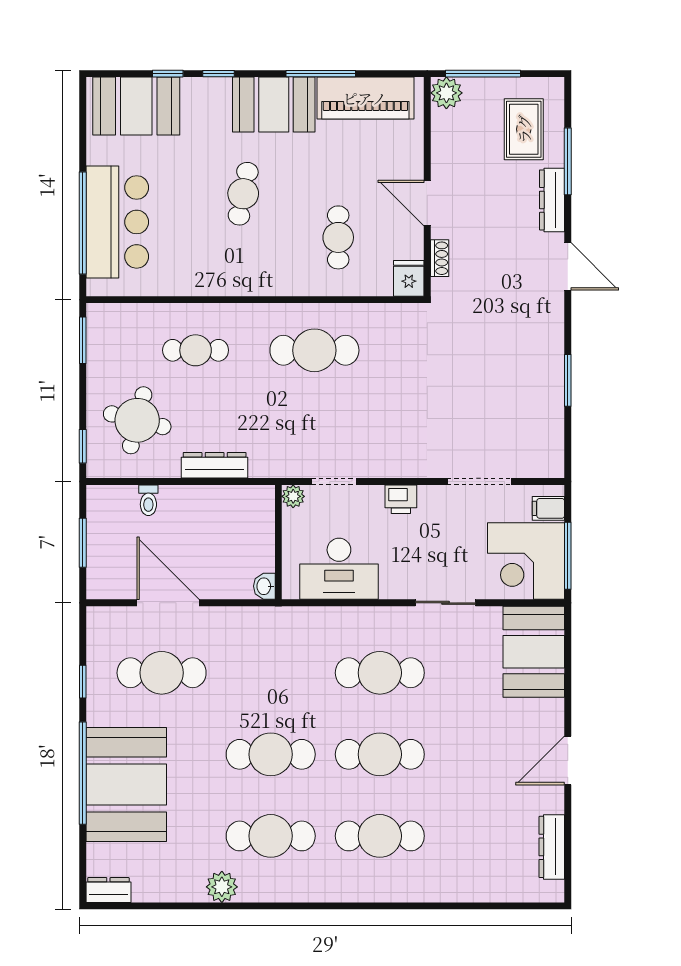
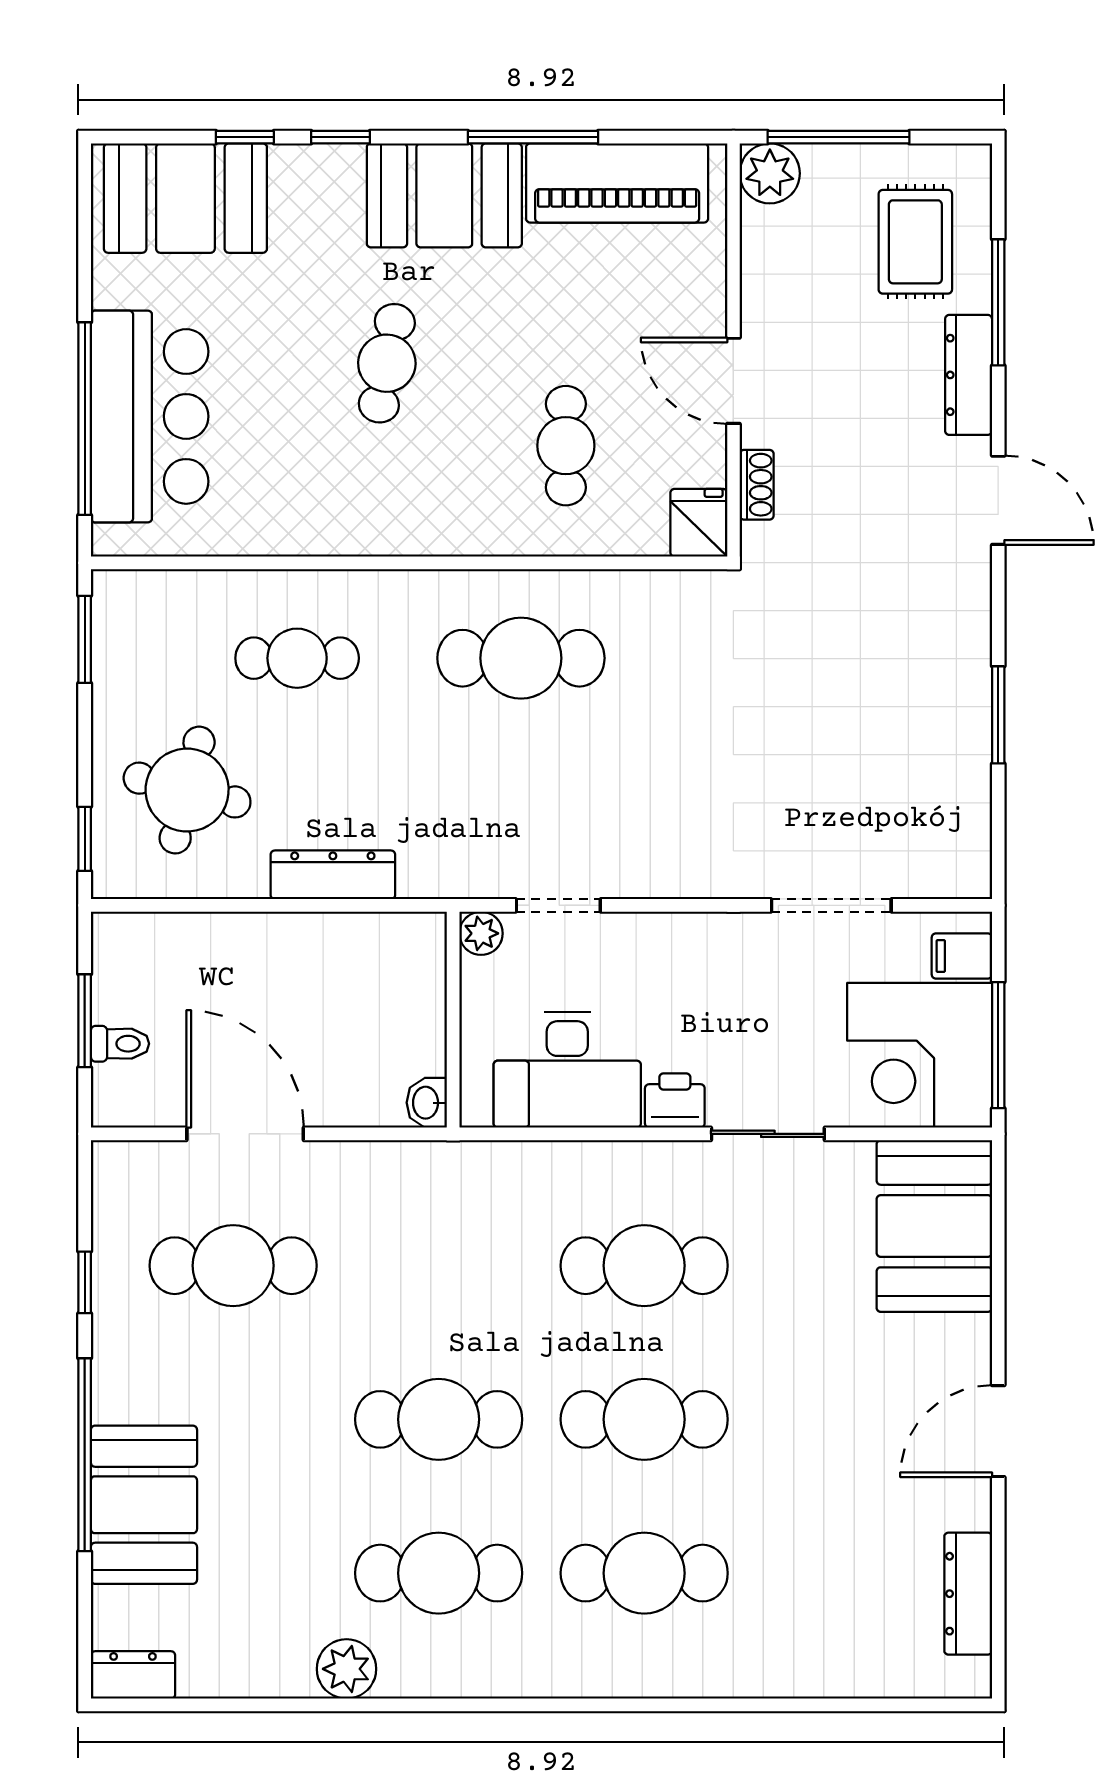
printer: (401, 499) -> (675, 1100), moved, turned 180
toilet: (148, 500) -> (120, 1044), moved, turned -90
booth: (126, 784) -> (144, 1505), width x0.73, depth x0.70

